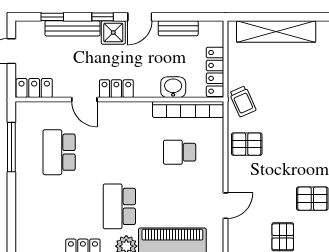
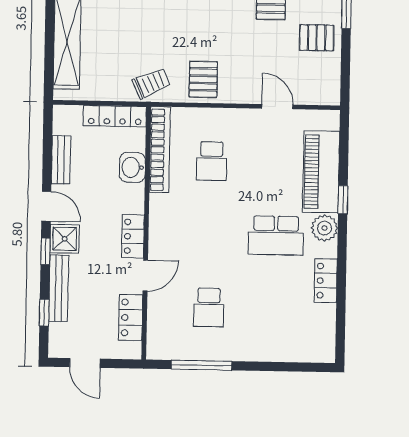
locker: (34, 88) -> (131, 318), moved
school desk: (59, 152) -> (209, 307), width x0.54

